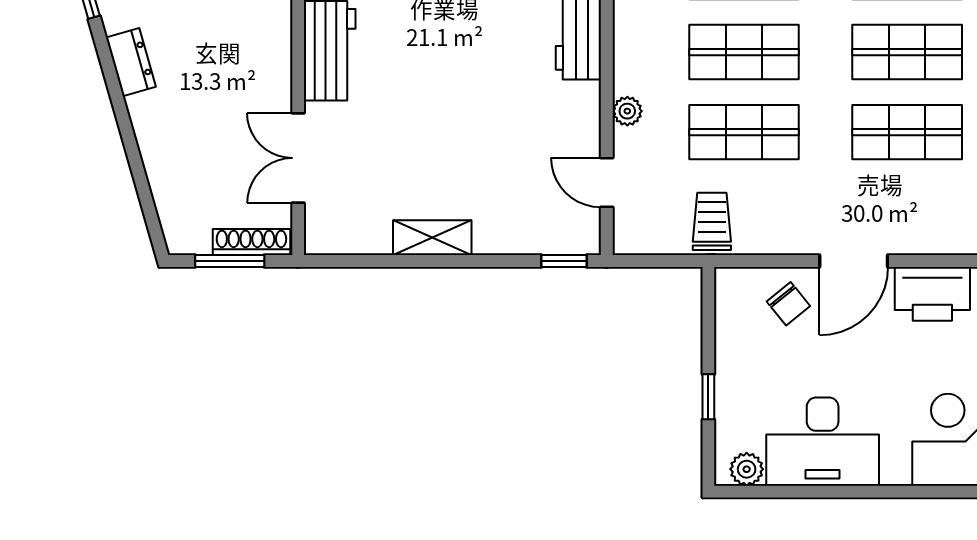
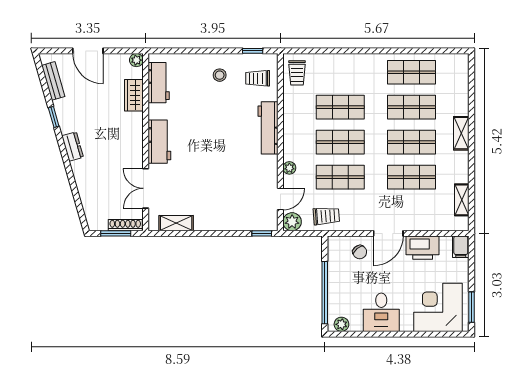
door: (607, 183) -> (280, 199), swing flipped
trolley: (712, 221) -> (326, 216), turned 86
plant: (634, 234) -> (292, 222), added
shelving: (432, 238) -> (176, 223), moved
window: (708, 397) -> (325, 293), width x3.17
desk: (823, 442) -> (381, 312), width x0.73

